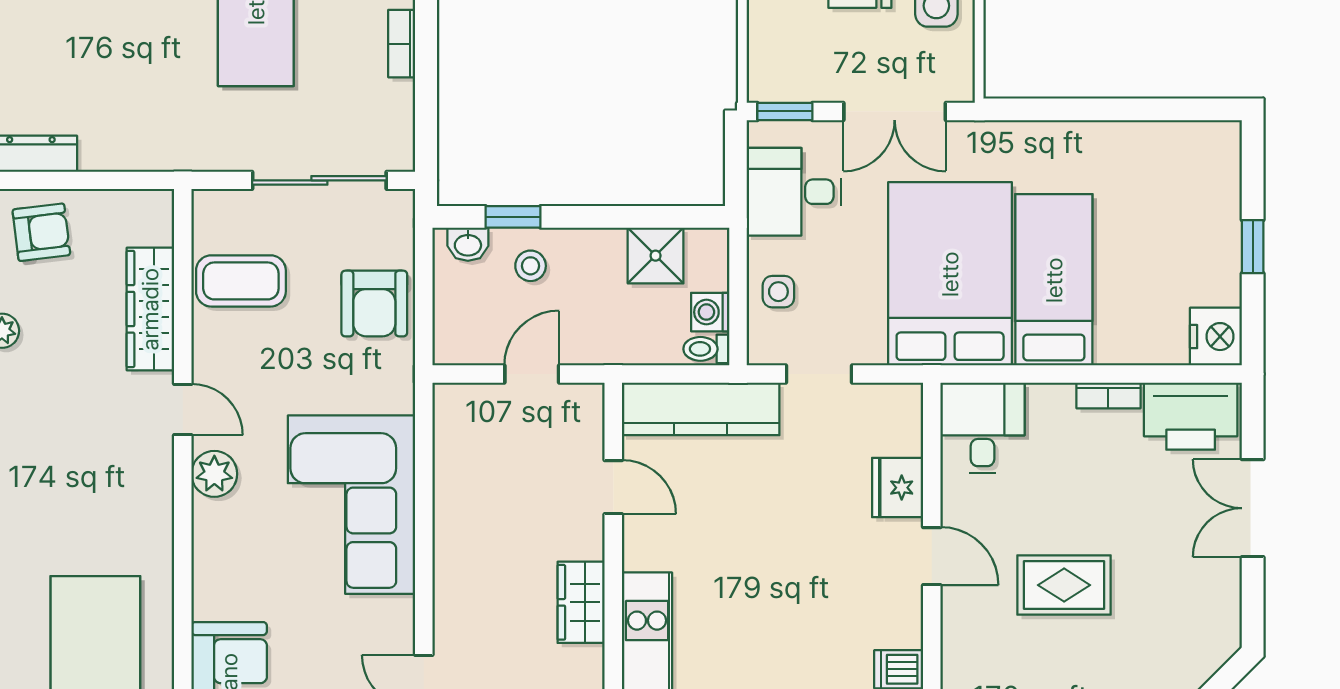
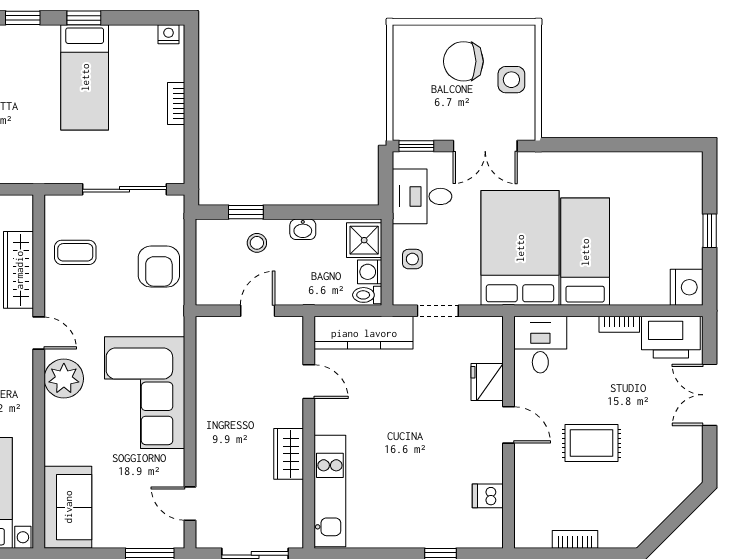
washbasin: (468, 244) -> (303, 229), moved
shower: (656, 256) -> (364, 240), moved
coffee table: (241, 281) -> (75, 252), width x0.73, depth x0.77
plant: (214, 474) -> (64, 379), width x1.36, depth x1.36

